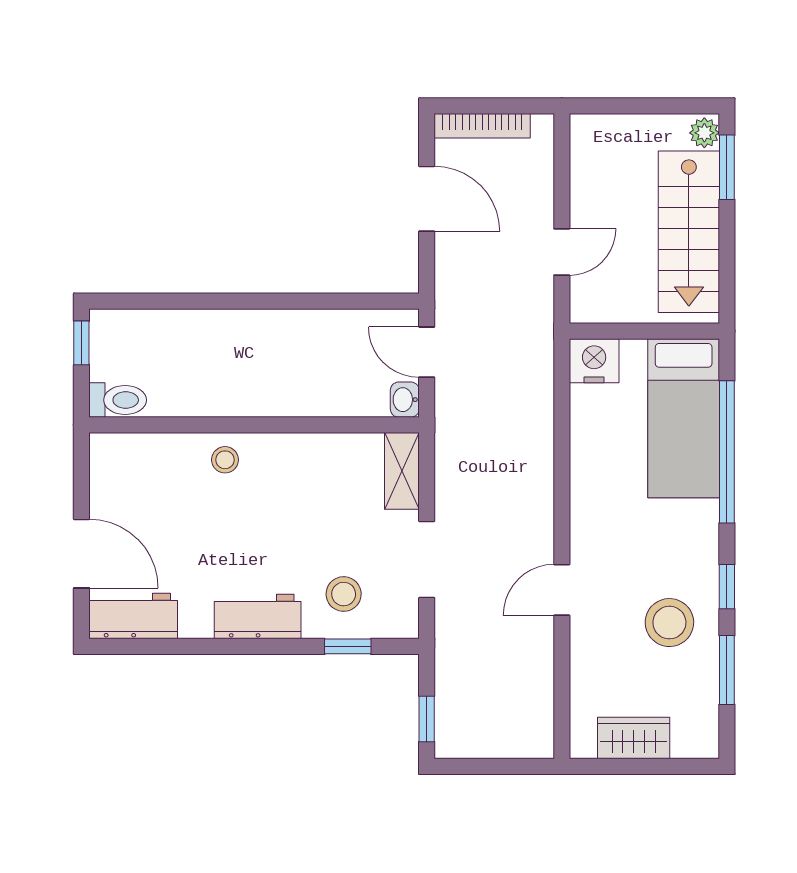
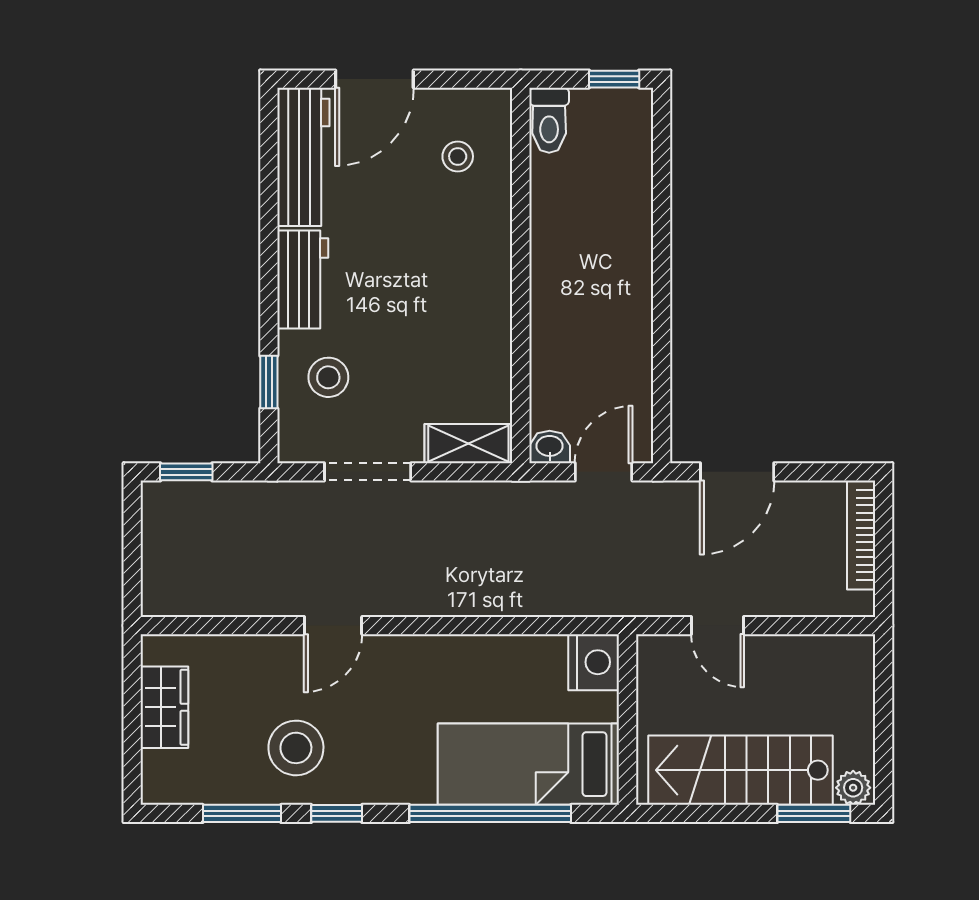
door: (427, 199) -> (737, 472), moved
stool: (225, 460) -> (458, 156), moved
door: (562, 590) -> (333, 626), swing flipped
workbench: (133, 616) -> (303, 157), width x1.37

